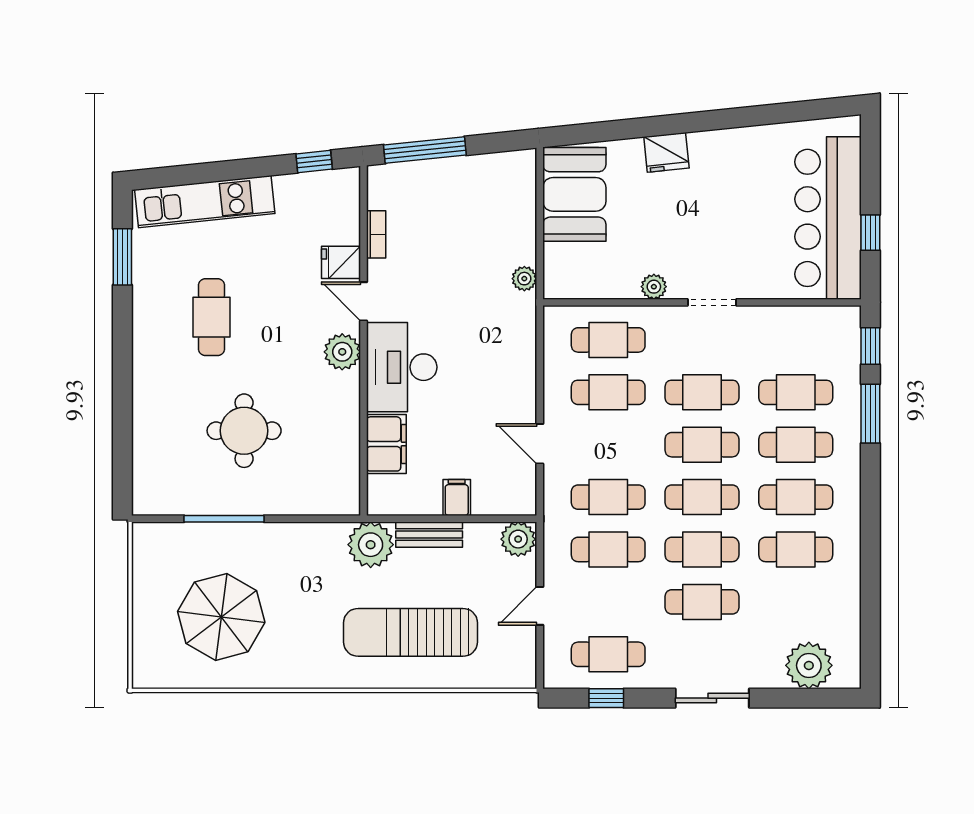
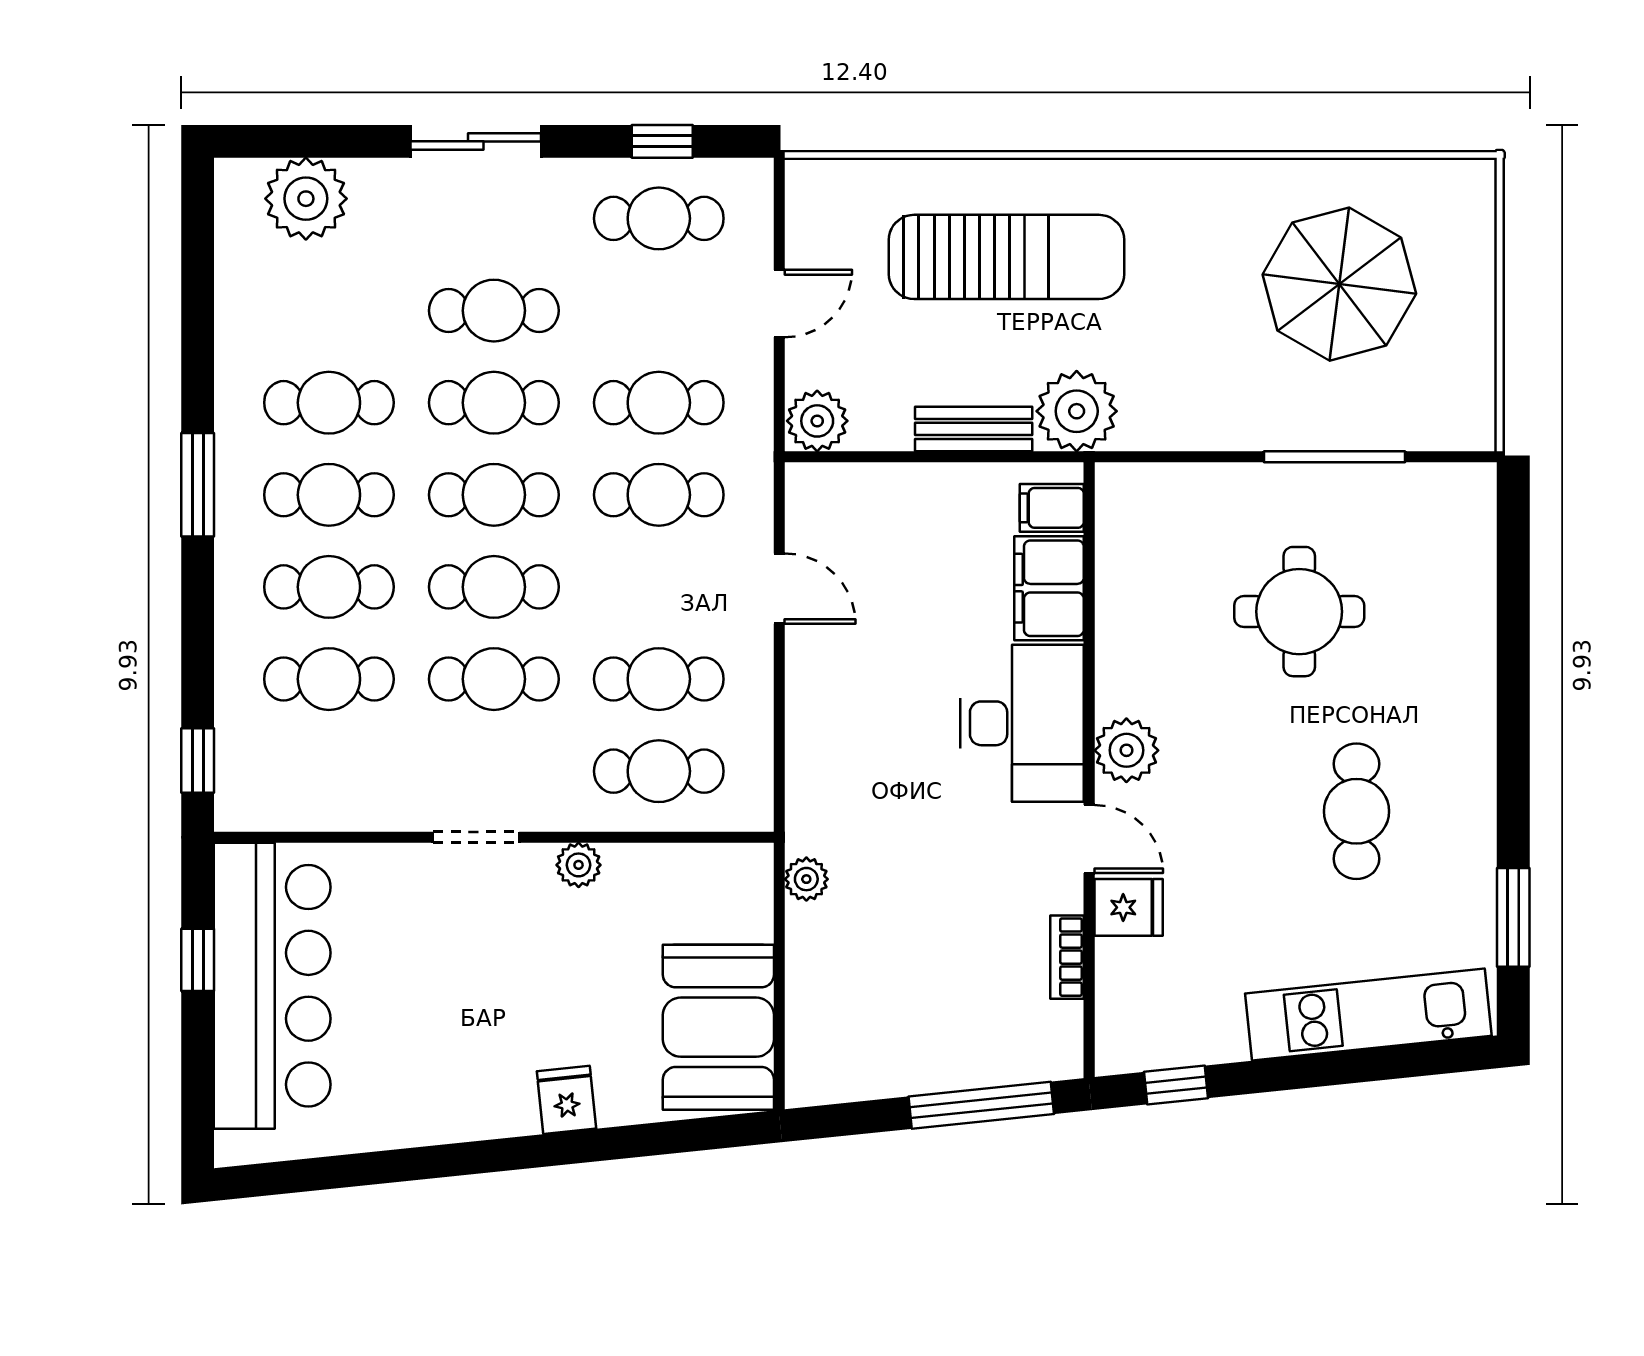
fridge: (666, 152) -> (567, 1100), width x0.72
window: (870, 414) -> (198, 485), moved
filing cabinet: (457, 498) -> (1052, 508), moved, turned 90

